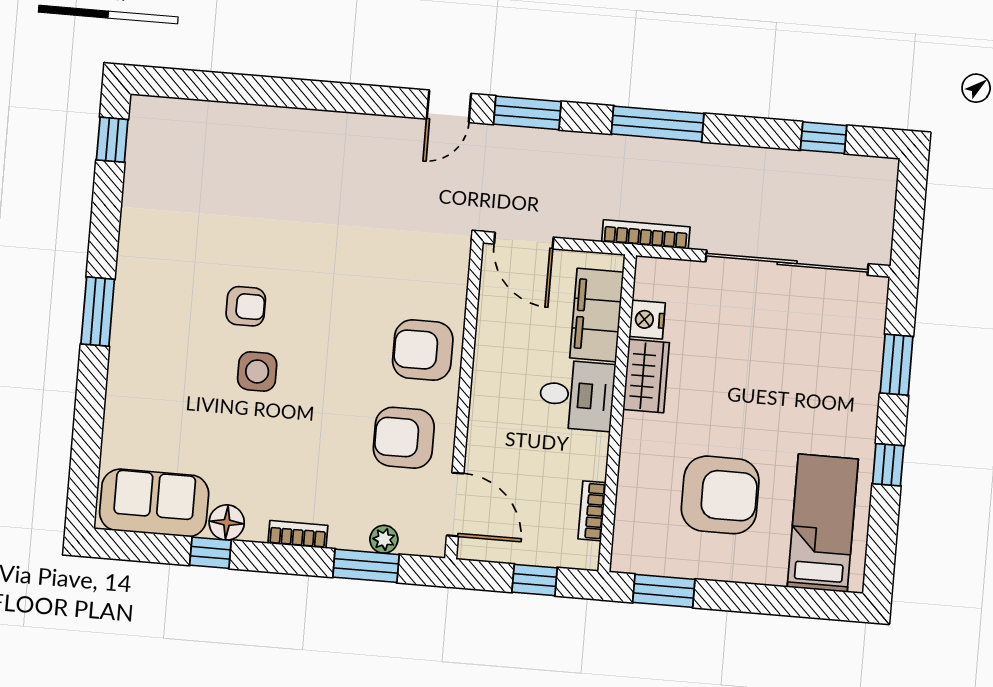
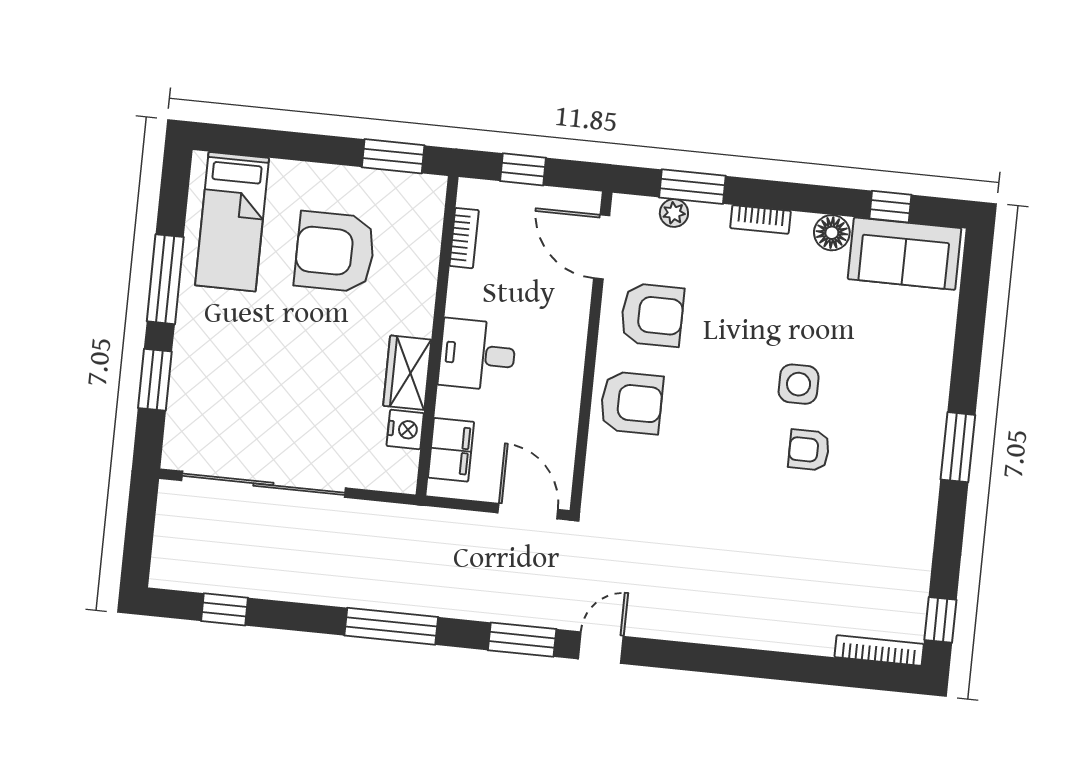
bookcase: (646, 234) -> (879, 650), moved, turned 180
filing cabinet: (597, 315) -> (451, 450), width x0.67, depth x0.86
window: (888, 465) -> (165, 279), width x2.17
window: (210, 553) -> (890, 207), moved

